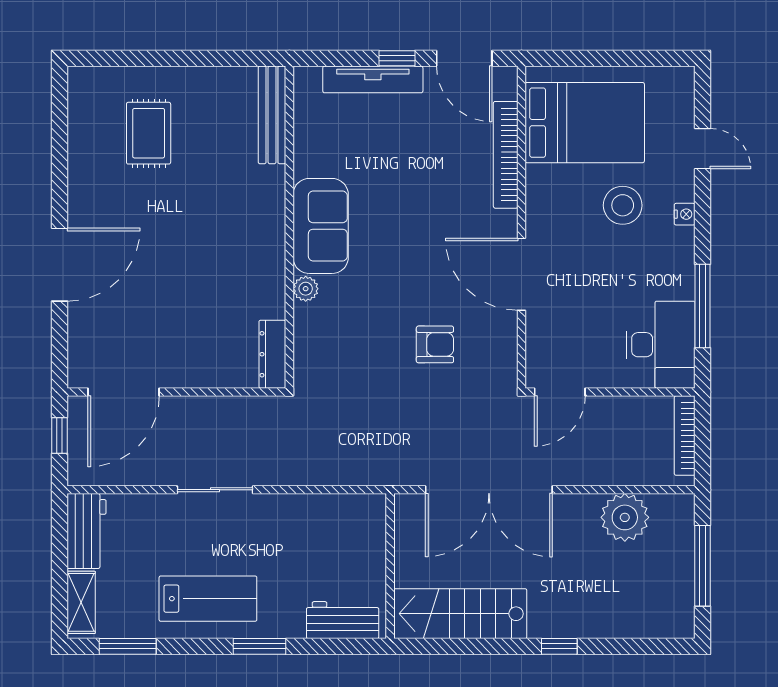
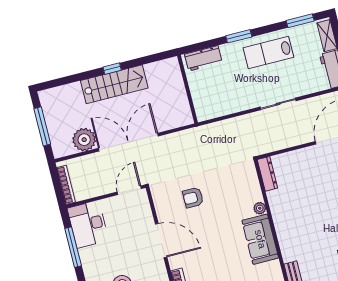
double door: (489, 490) -> (128, 142), moved
stairs: (460, 614) -> (114, 84), moved
window: (559, 646) -> (112, 69), moved

